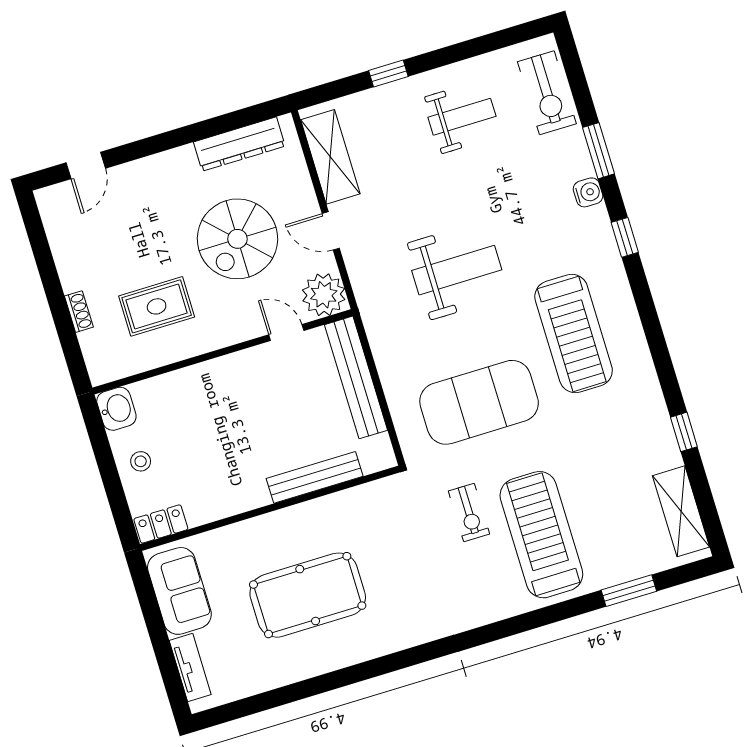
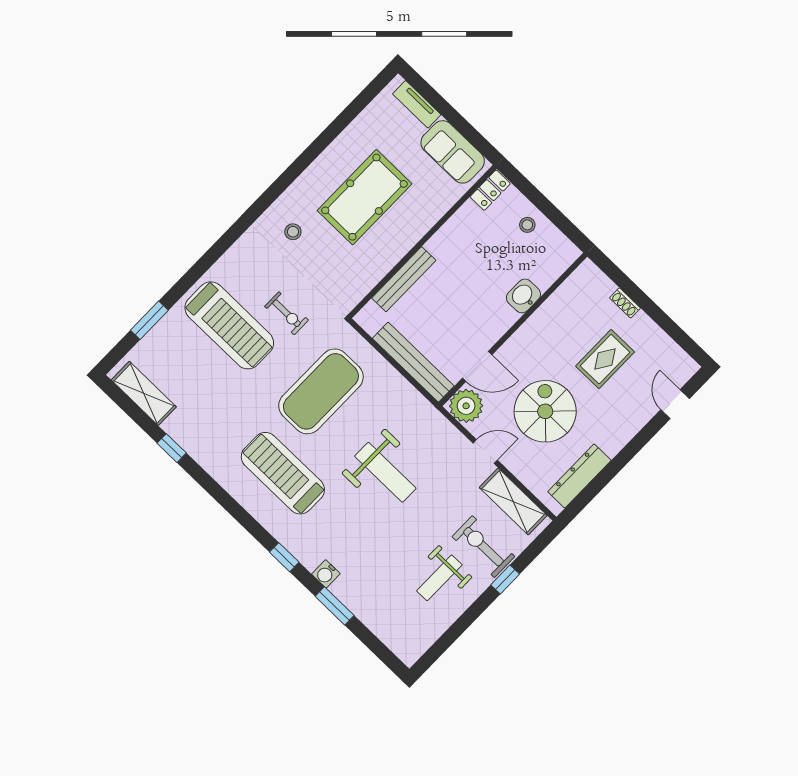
exercise bike: (547, 93) -> (483, 547), moved
weight bench: (457, 270) -> (385, 472), turned -90
rug: (157, 306) -> (605, 359), moved
door: (286, 333) -> (477, 366), width x1.38
washbasin: (116, 409) -> (523, 296), moved, turned 90
exercise bike: (469, 513) -> (286, 313), turned 180
stool: (410, 601) -> (293, 232), added

